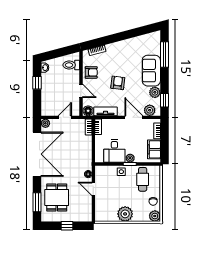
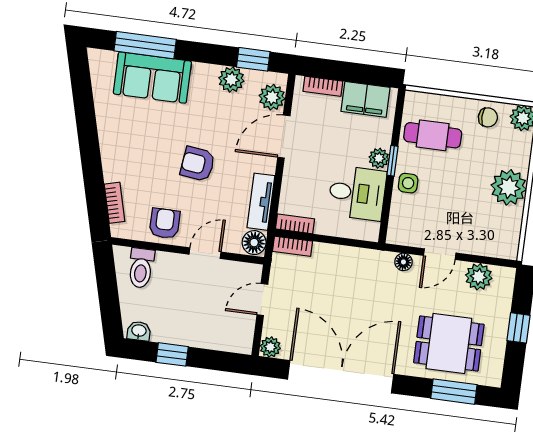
sofa: (151, 71) -> (152, 78), moved
door: (65, 117) -> (262, 300), hinge flipped
plant: (86, 206) -> (479, 277), added

